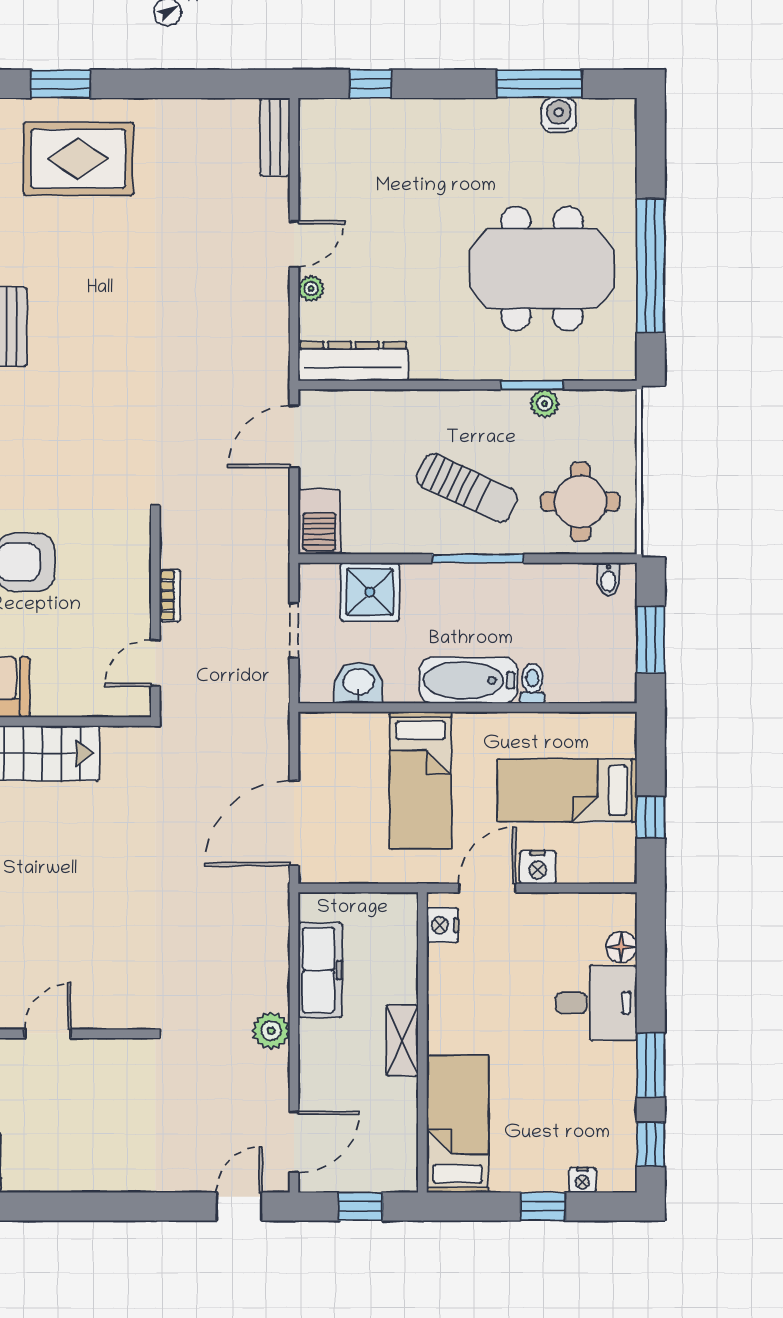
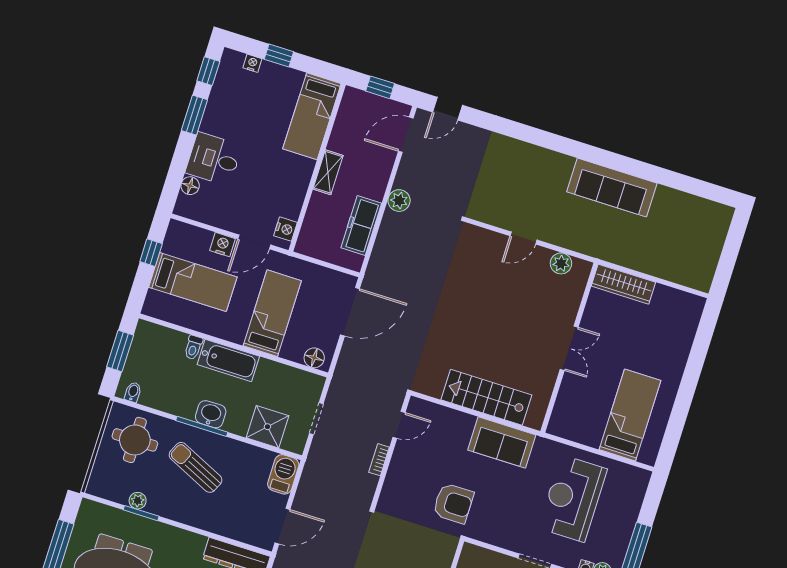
washbasin: (358, 683) -> (211, 414), moved, turned 180
floor lamp: (329, 729) -> (314, 358), added

